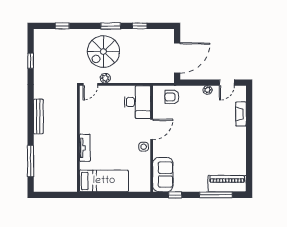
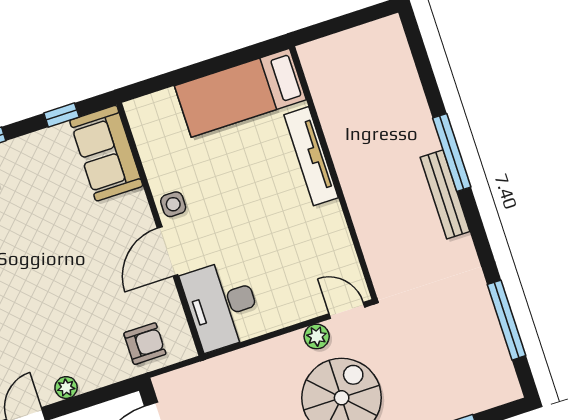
window: (31, 61) -> (507, 320), width x2.17
door: (90, 84) -> (347, 310), hinge flipped
tv unit: (85, 148) -> (311, 156), width x1.41
window: (31, 161) -> (452, 153), moved

